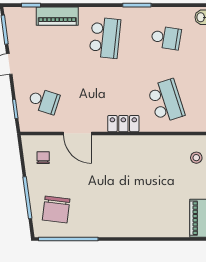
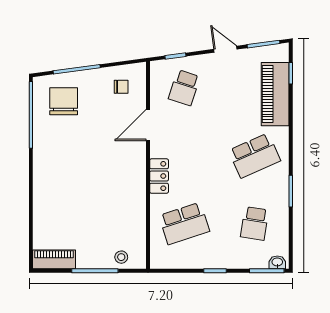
piano: (57, 16) -> (275, 94), width x1.37, depth x1.33
school desk: (105, 38) -> (255, 156), turned -30
chair: (56, 209) -> (64, 101), turned 83

